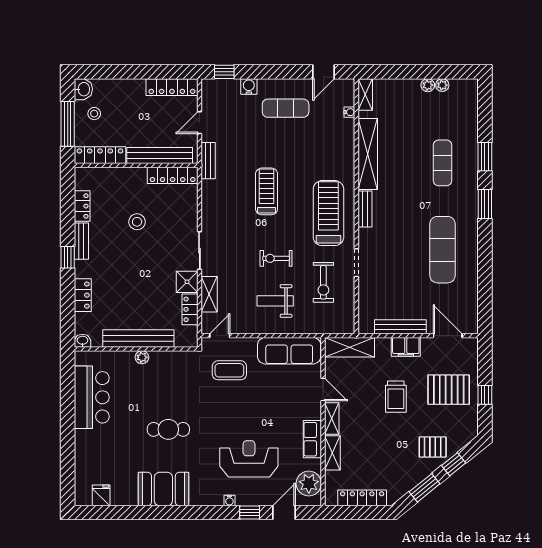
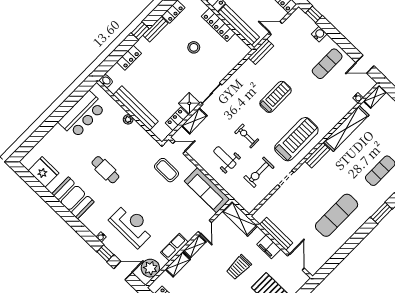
exercise mat: (286, 108) -> (327, 64), turned 90
locker: (173, 175) -> (218, 25), moved
fridge: (101, 495) -> (44, 172), width x1.88, depth x1.34

